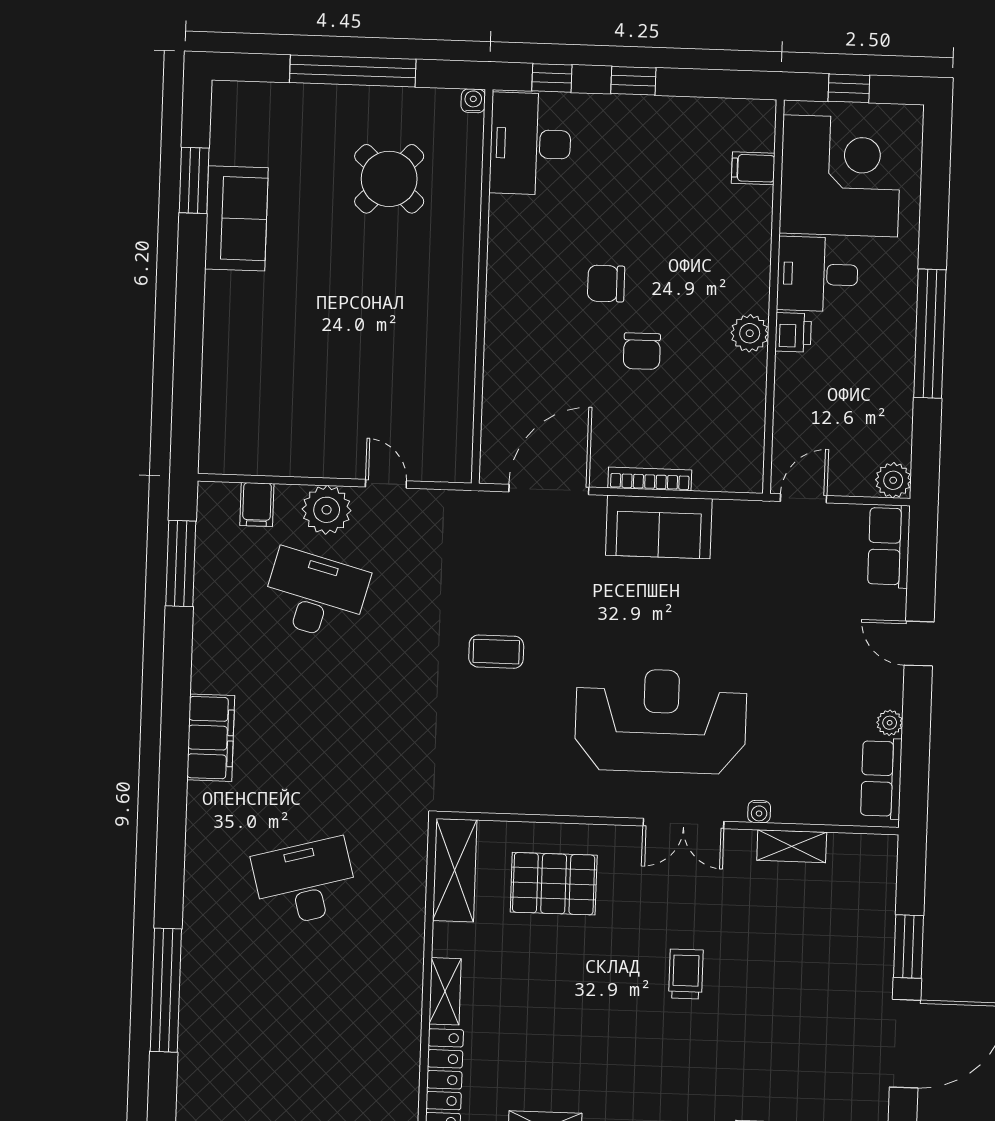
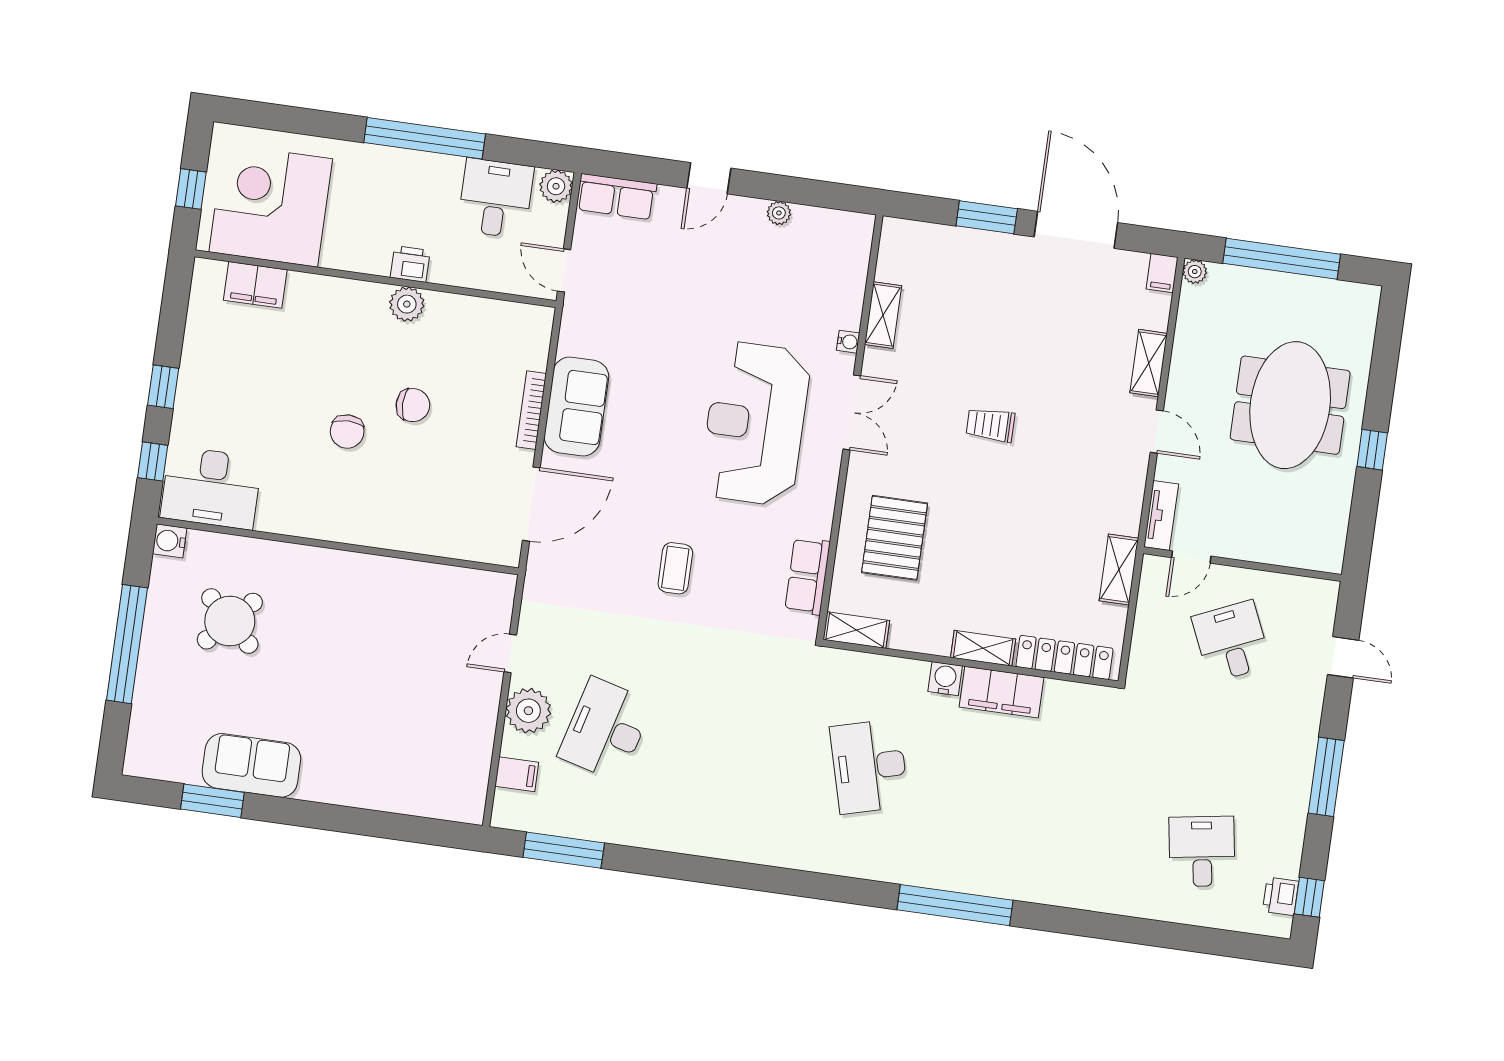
water cooler: (473, 101) -> (170, 541), width x1.38, depth x1.38
filing cabinet: (753, 168) -> (255, 285), width x2.00
desk: (817, 274) -> (496, 198), moved, turned 180
door: (549, 490) -> (531, 504), swing flipped
filing cabinet: (211, 738) -> (1001, 692), moved, turned 180
row of seats: (881, 779) -> (808, 576), moved, turned 90
shelving: (455, 870) -> (856, 630), width x0.67, depth x0.75
water cooler: (408, 954) -> (945, 679), added

